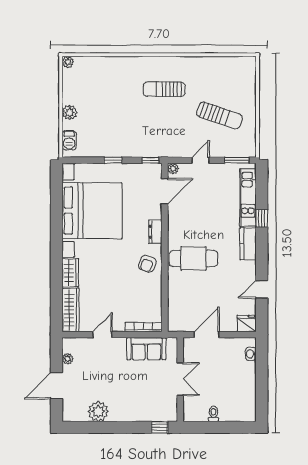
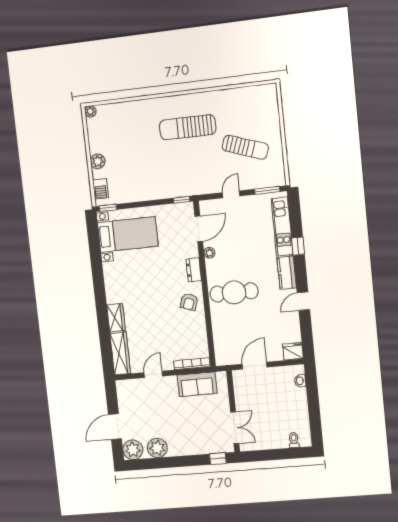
sun lounger: (164, 89) -> (188, 127), width x1.36, depth x1.34
window: (113, 160) -> (108, 208), moved
plant: (173, 169) -> (209, 253), moved
bed with nightstands: (92, 211) -> (128, 234), width x0.54
door: (262, 289) -> (303, 301), moved
plant: (68, 359) -> (133, 450), moved, width x1.88, depth x1.88
double door: (180, 379) -> (235, 428), moved
toilet: (213, 414) -> (294, 440), moved

